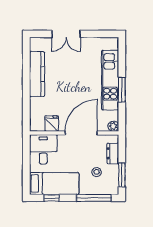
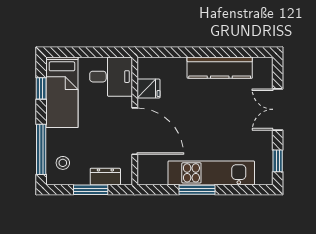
window: (102, 34) -> (278, 161), added
plant: (113, 126) -> (145, 177), removed
stool: (97, 172) -> (63, 163), moved
window: (122, 175) -> (91, 190), moved

